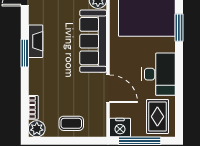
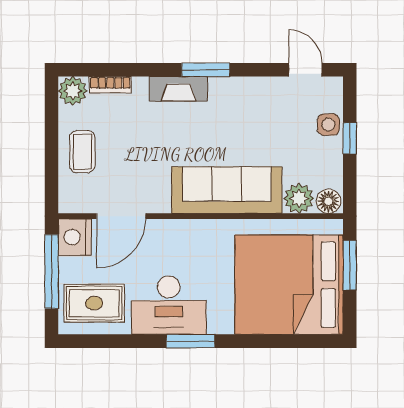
window: (179, 28) -> (191, 341), moved
fireplace: (36, 41) -> (179, 89), moved
door: (108, 89) -> (121, 216), moved

